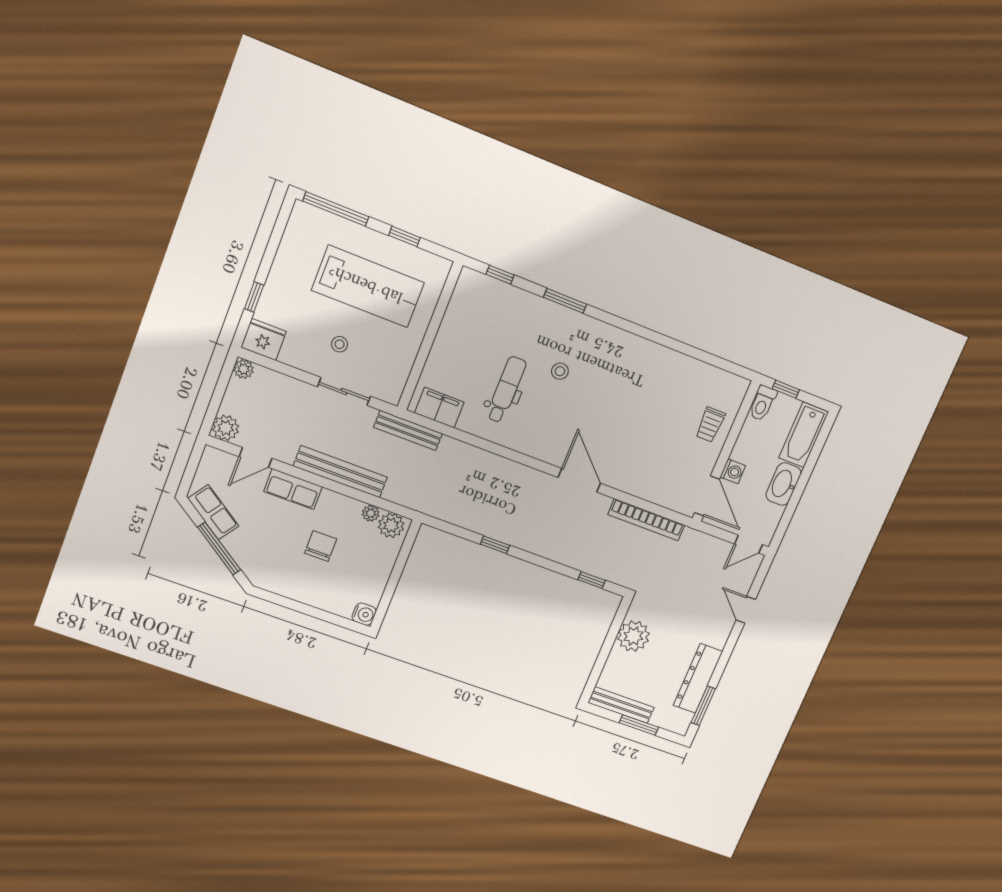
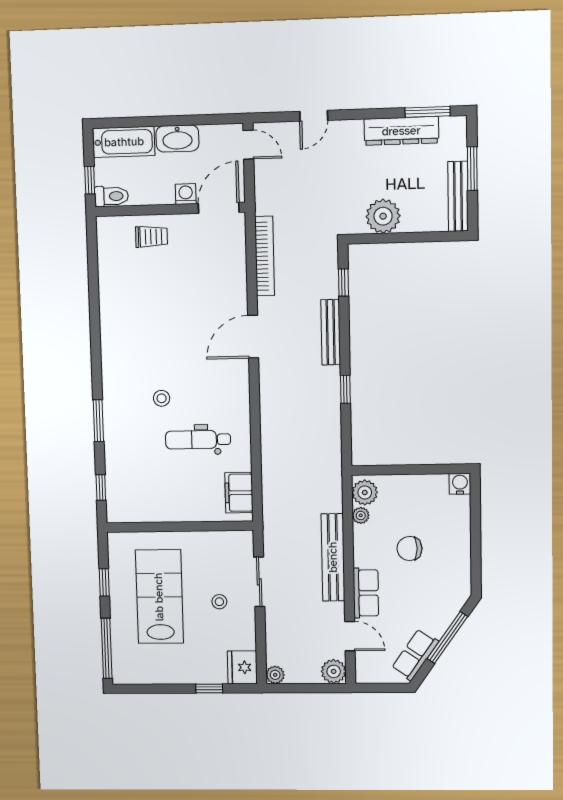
bench: (408, 430) -> (331, 332), moved

